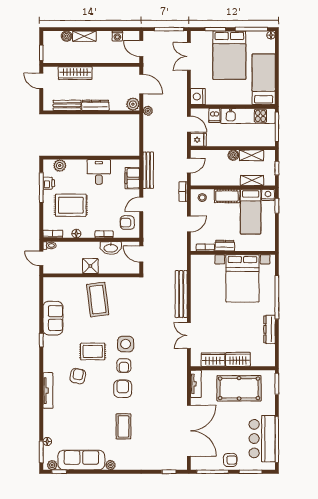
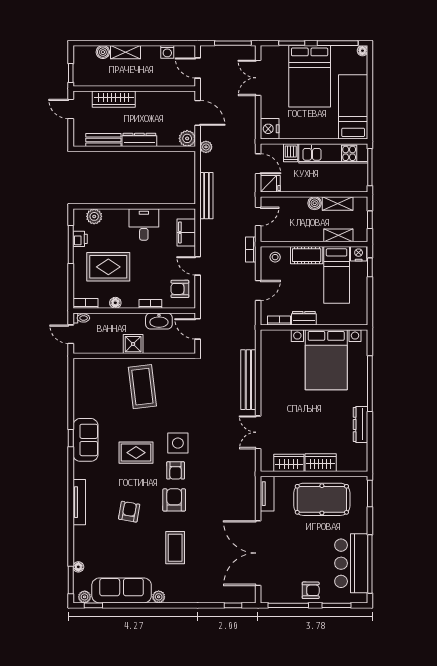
bench: (148, 170) -> (206, 196), moved
door: (141, 204) -> (198, 266), hinge flipped
sofa: (53, 318) -> (85, 440), moved
armchair: (78, 376) -> (129, 512), moved
double door: (189, 431) -> (258, 553), swing flipped

